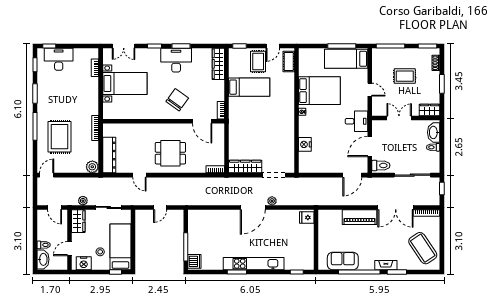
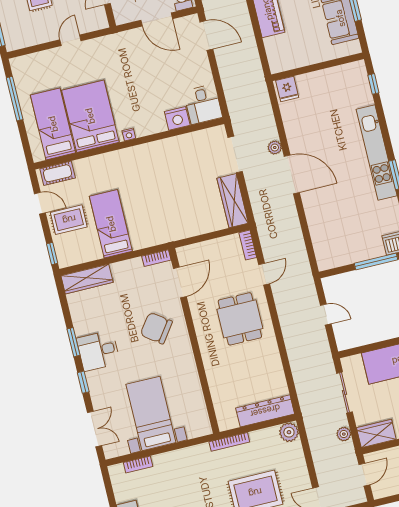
bed: (346, 59) -> (53, 124), moved, turned 180
desk: (176, 60) -> (98, 351), width x0.73
desk: (356, 121) -> (203, 104), moved, turned 180
door: (139, 175) -> (264, 274), moved

